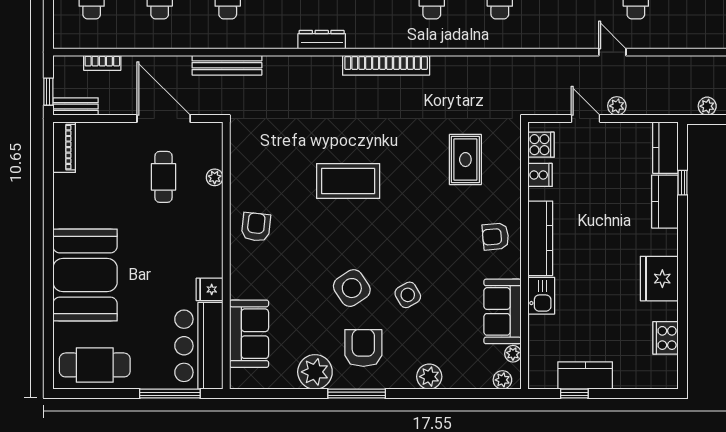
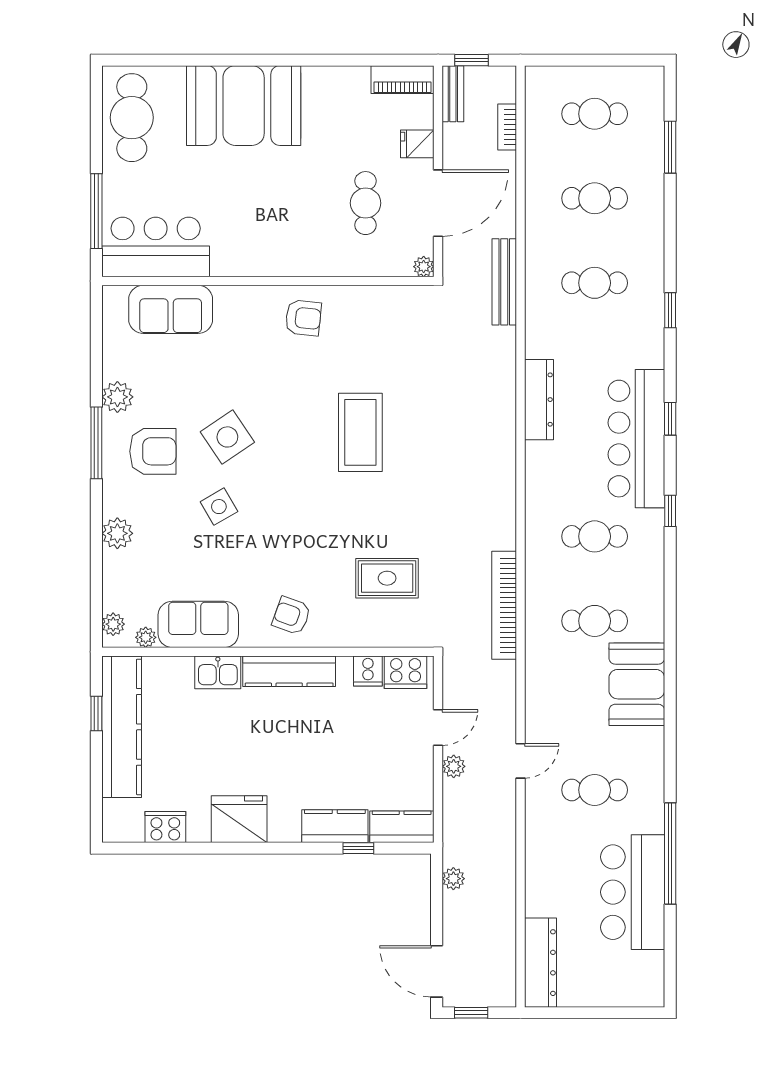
dresser: (322, 40) -> (539, 400), width x1.37, depth x1.24
bookcase: (386, 65) -> (504, 605), moved
cooker: (541, 145) -> (406, 672), width x1.36
cafe table: (164, 177) -> (366, 203), turned 90
plant: (215, 177) -> (424, 267), moved
armchair: (496, 236) -> (291, 616), turned -65
fridge: (210, 289) -> (417, 144), moved, turned -90
plant: (315, 372) -> (117, 397), width x0.73, depth x0.73
kitchen counter: (585, 375) -> (122, 727), width x2.08, depth x1.17

